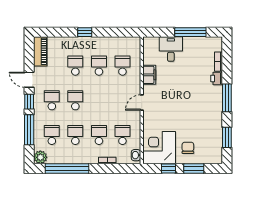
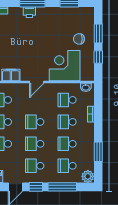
printer: (217, 79) -> (29, 12), moved
school desk: (99, 100) -> (35, 122), added
door: (142, 103) -> (37, 82), hinge flipped
corner desk: (159, 148) -> (65, 66), moved, turned 90
window: (67, 168) -> (98, 152), width x0.47

